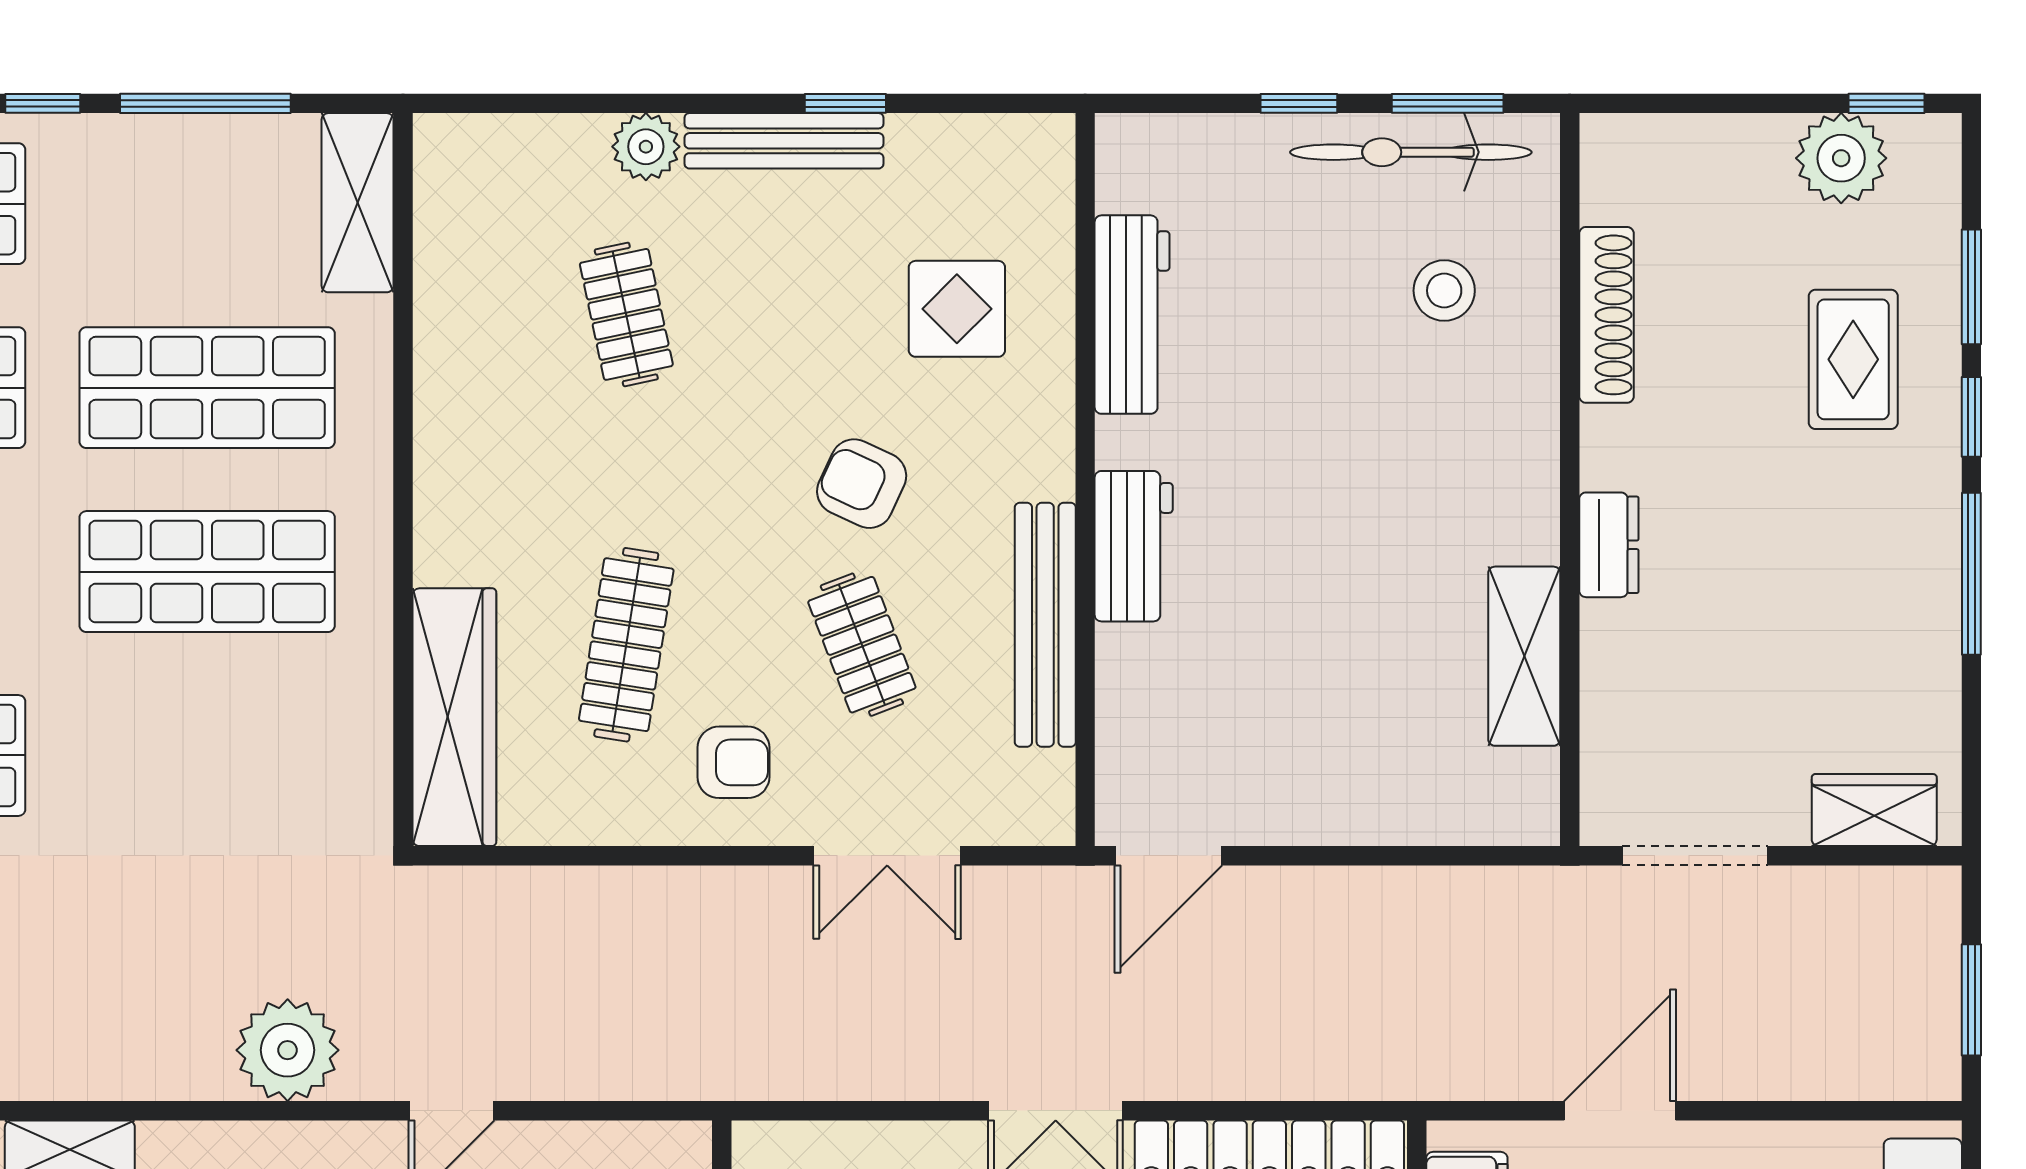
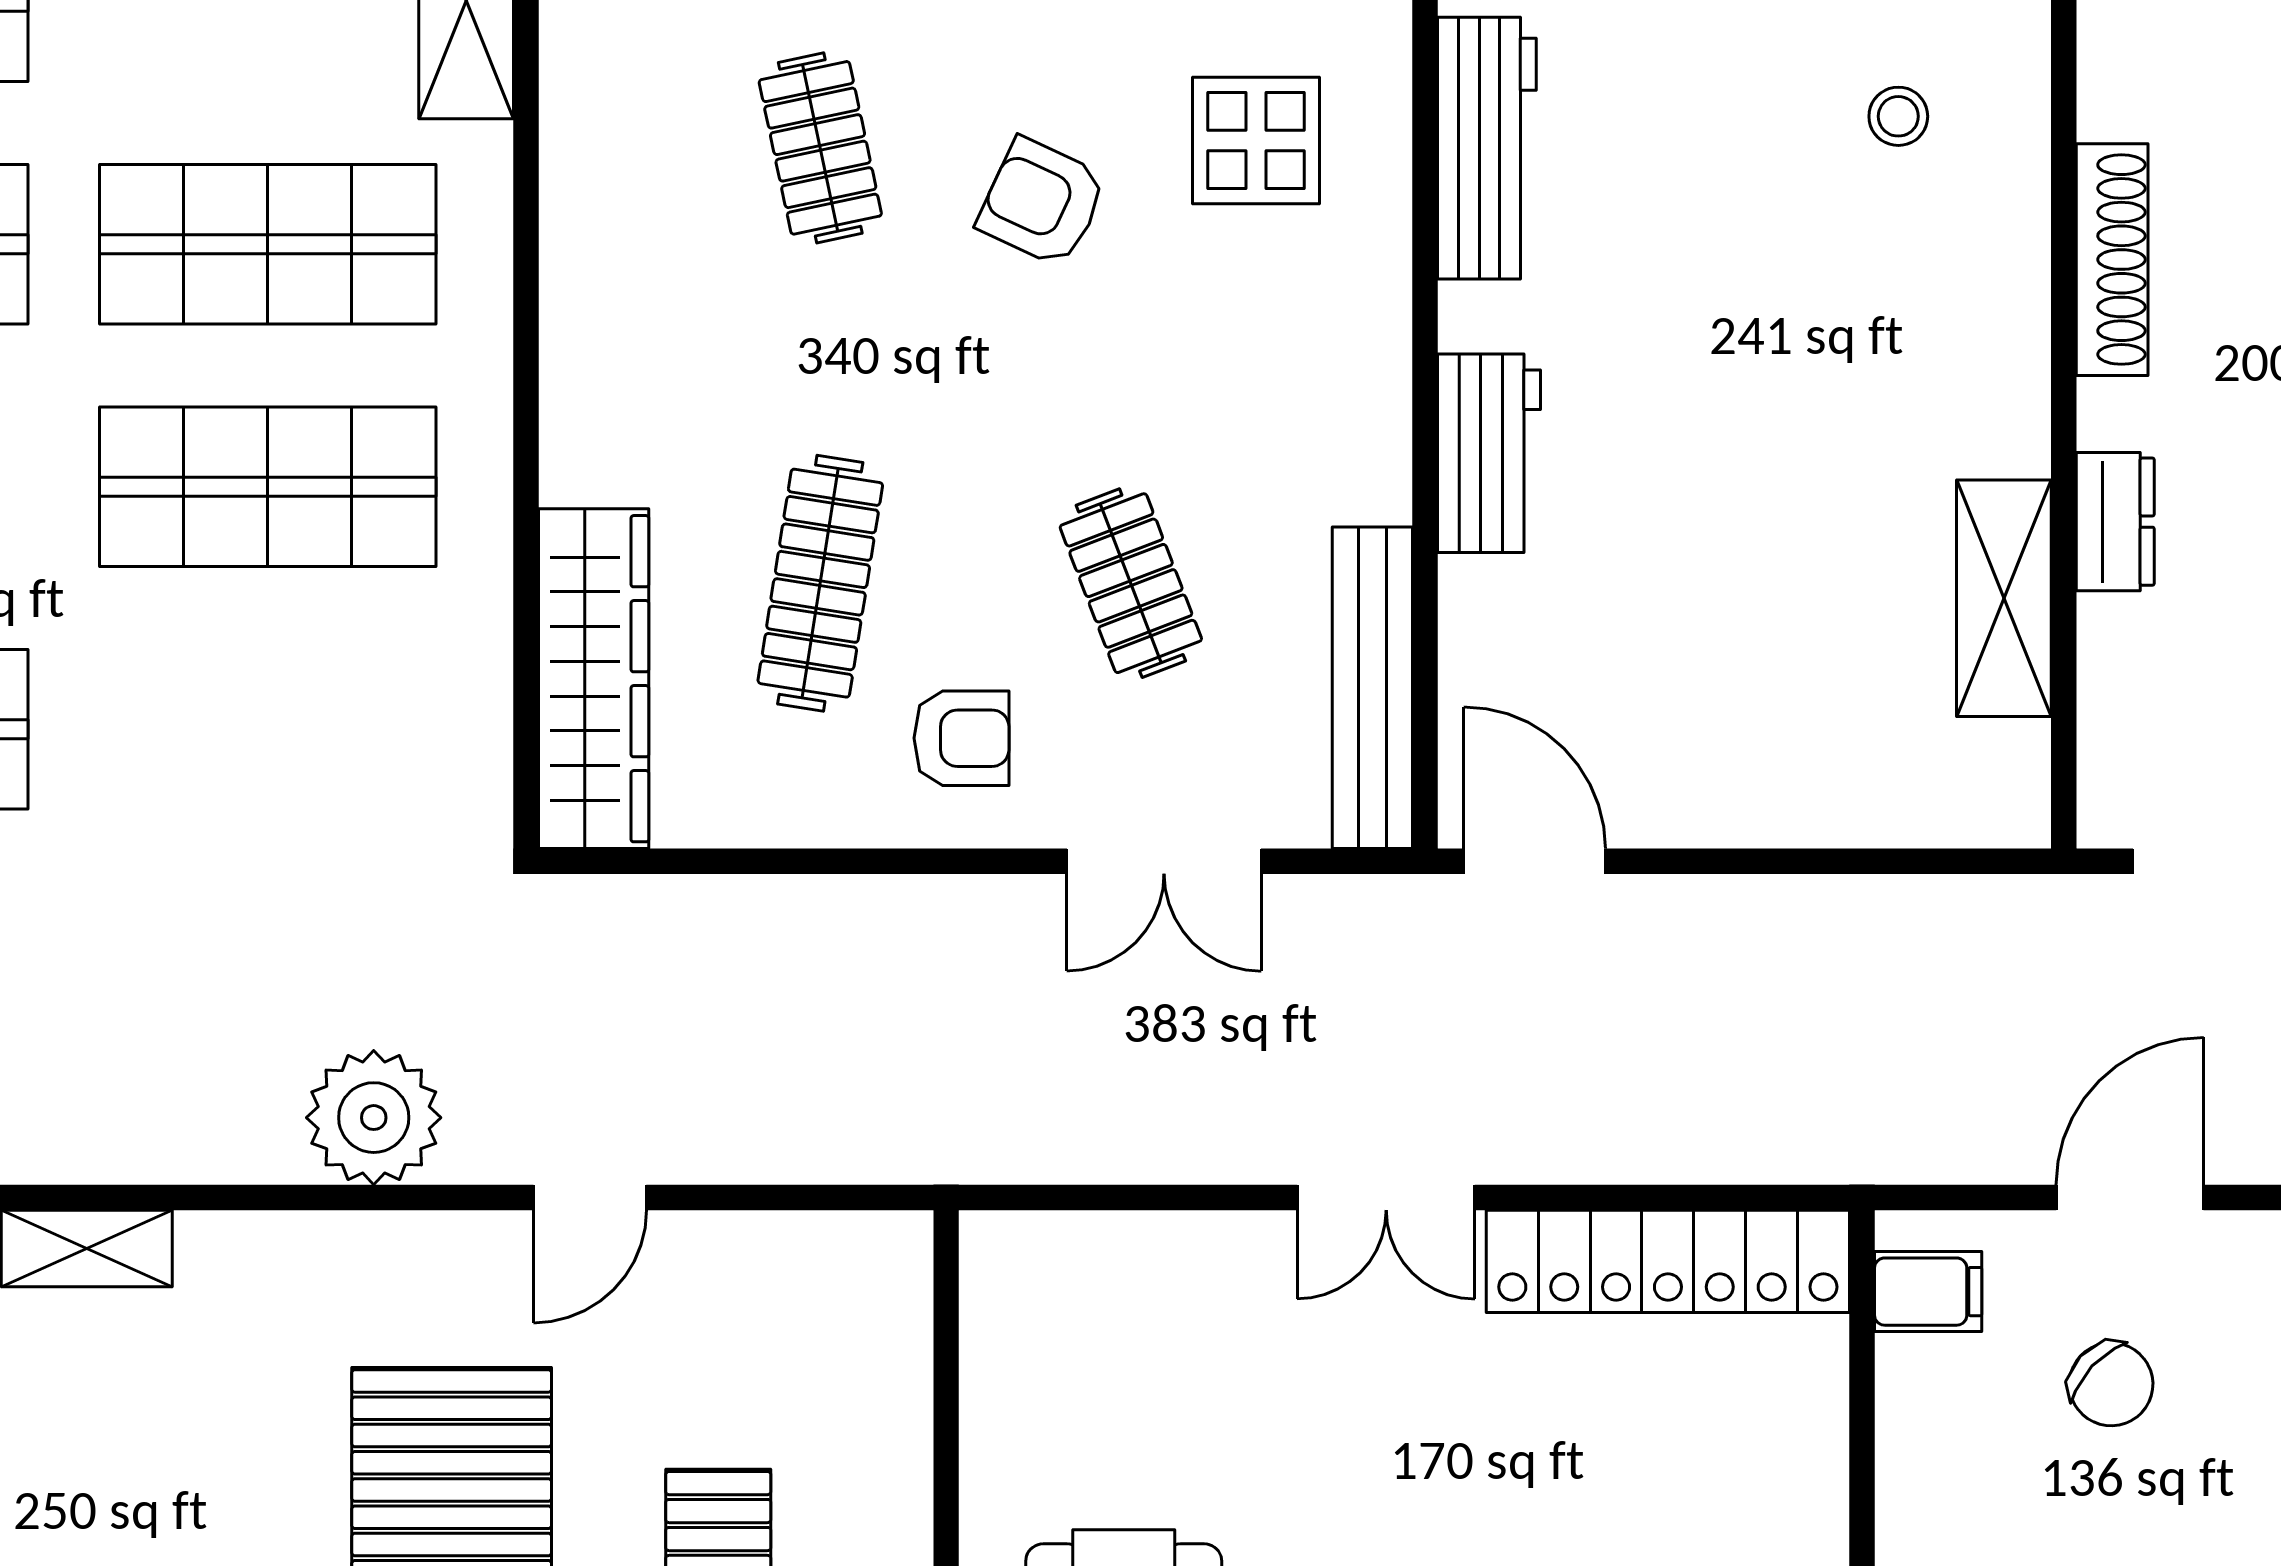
stool: (1444, 291) -> (1898, 116), width x0.73, depth x0.73
shoe rack: (1606, 315) -> (2112, 260), moved
armchair: (862, 484) -> (1042, 202), moved
dresser: (1609, 545) -> (2115, 522), moved
bench: (1045, 625) -> (1372, 688), moved
door: (1168, 856) -> (1535, 861), swing flipped

